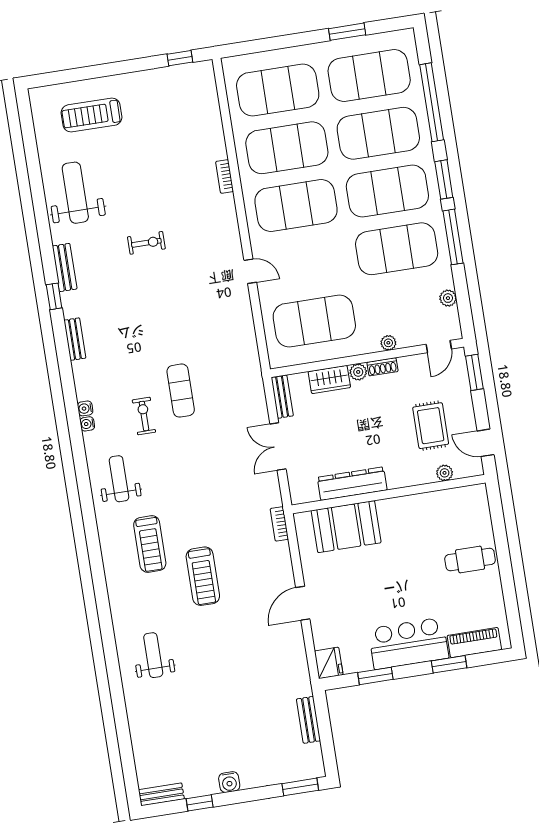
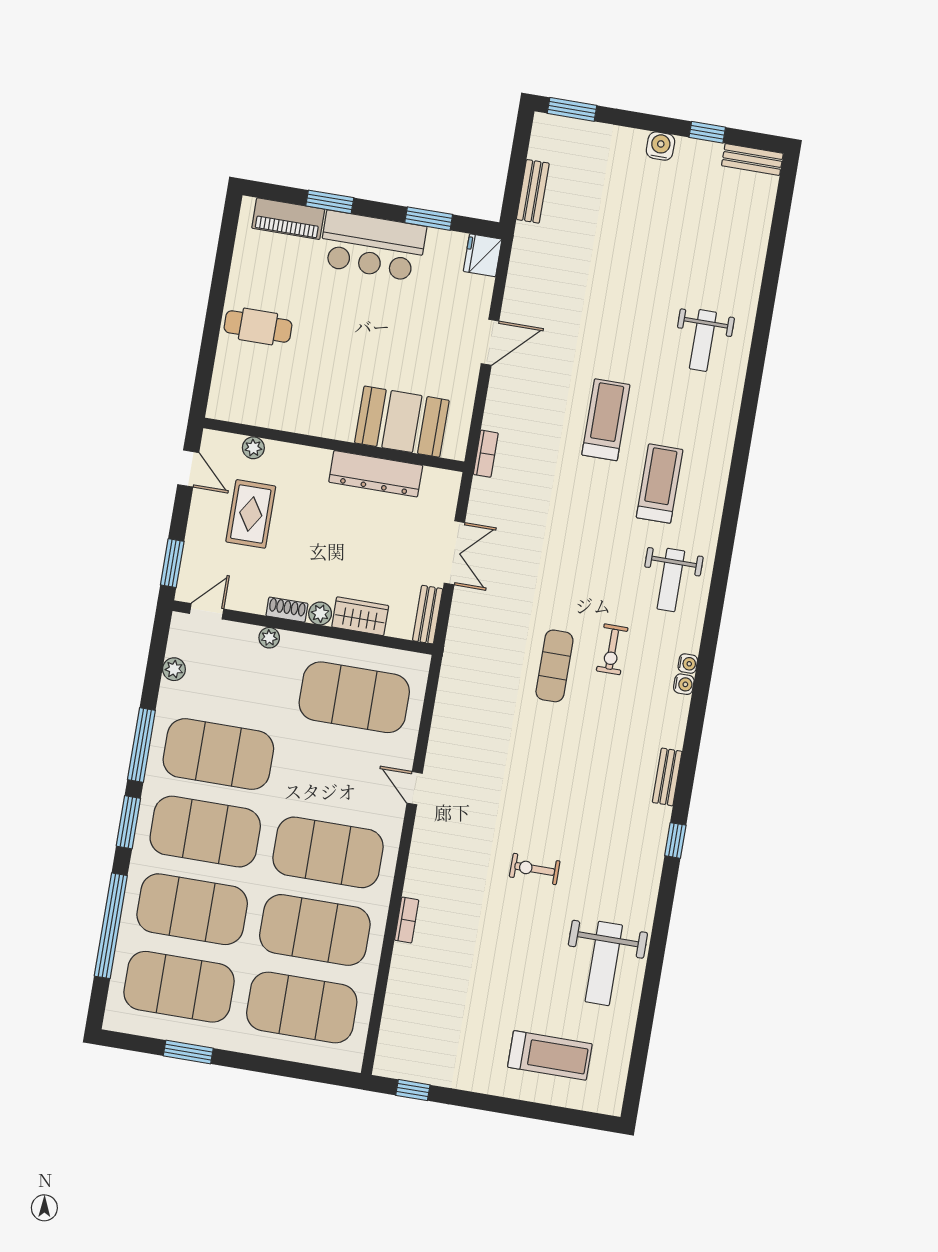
bench: (65, 267) -> (650, 873), removed

